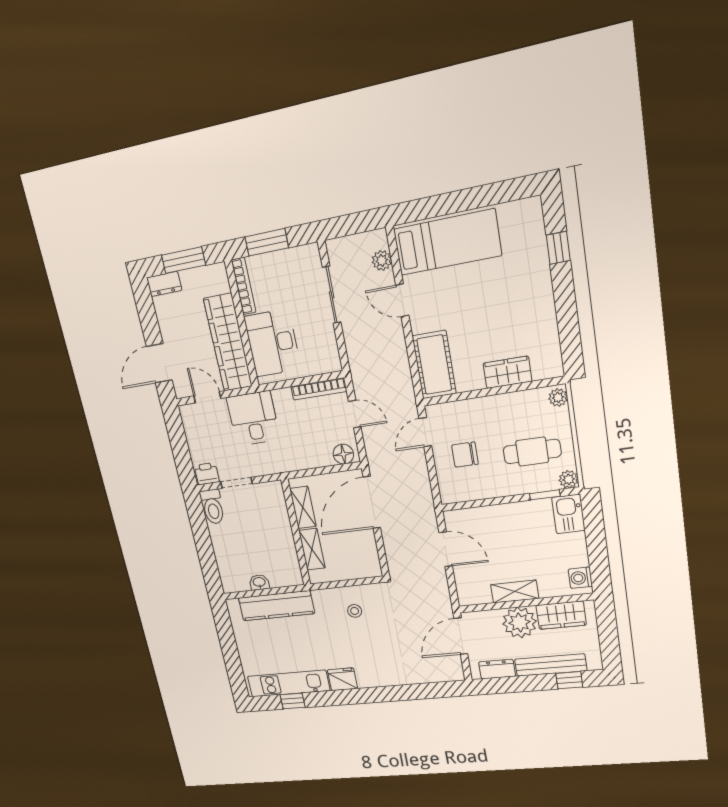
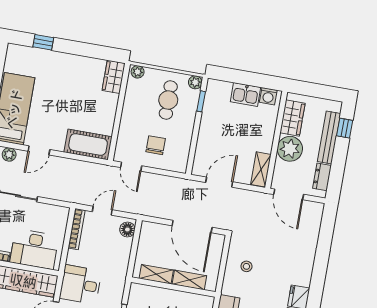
wardrobe: (507, 372) -> (114, 77), moved
chair: (465, 455) -> (156, 145), turned 180
door: (372, 502) -> (192, 227), moved
kitchen sink: (568, 514) -> (246, 95), moved
shelving: (515, 592) -> (261, 169), moved

